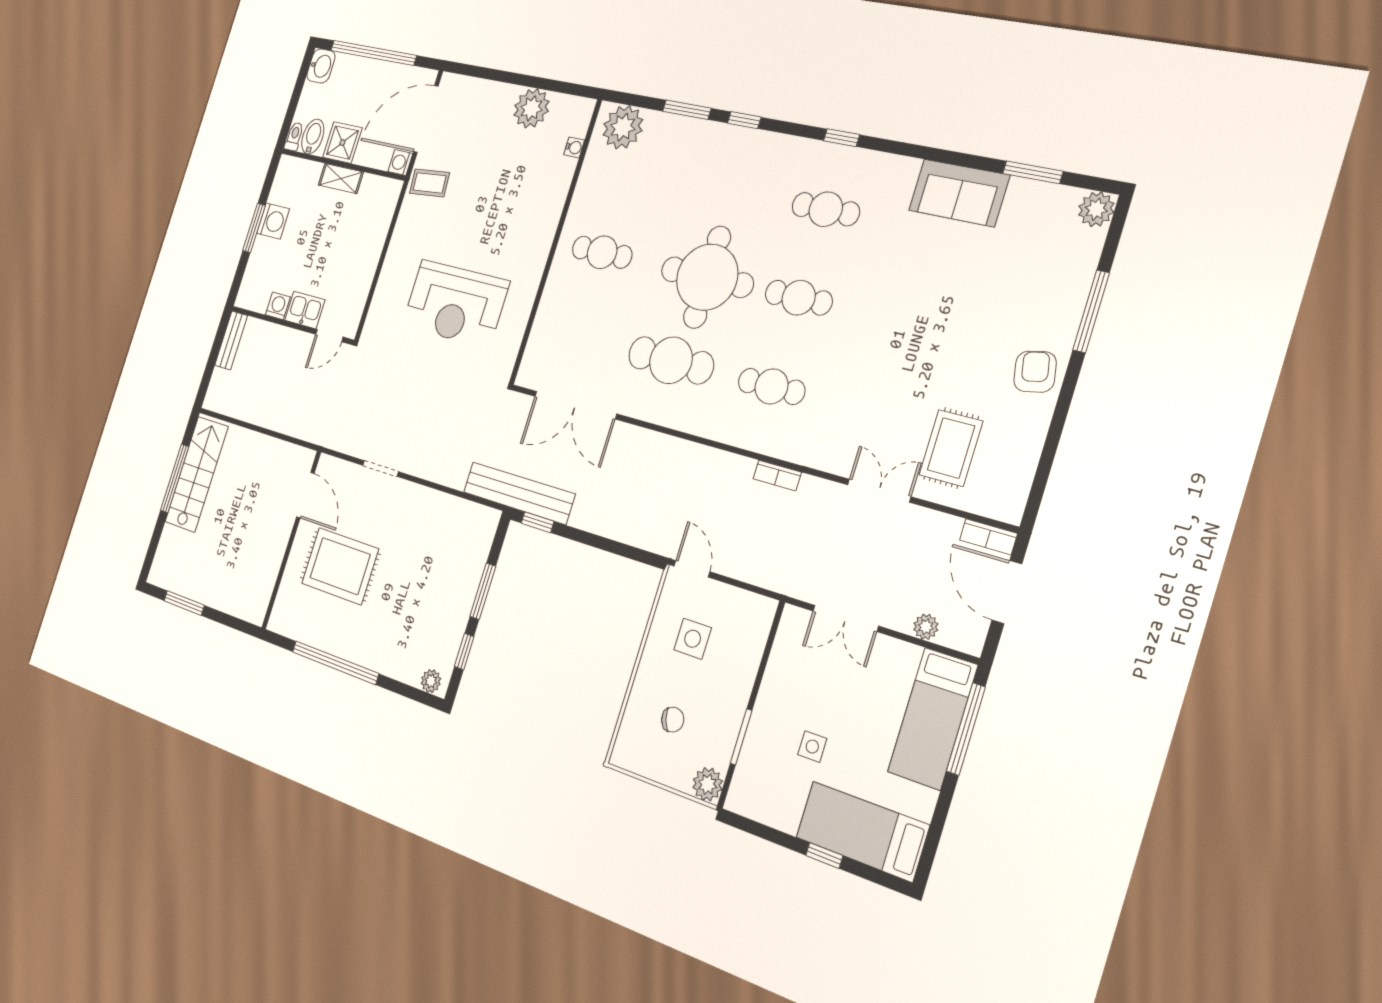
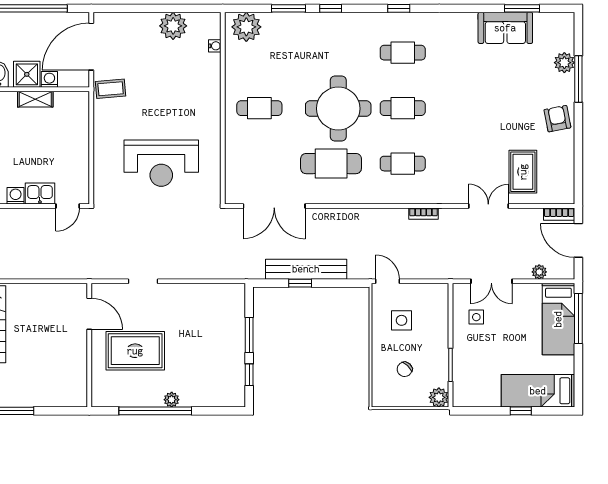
washing machine: (400, 163) -> (49, 79), moved, turned 90
sofa: (959, 193) -> (505, 28), moved
plant: (1096, 209) -> (564, 63), moved
bench: (519, 493) -> (306, 269), moved
window: (538, 522) -> (300, 283), moved
plant: (431, 681) -> (172, 400), moved
chair: (673, 720) -> (405, 369), turned 152
side table: (812, 747) -> (476, 317), moved

